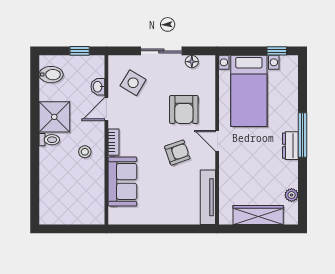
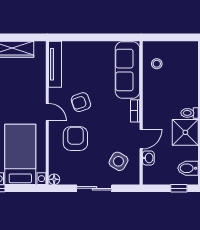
window: (80, 51) -> (179, 188), moved
floor lamp: (192, 62) -> (54, 179), moved
stool: (85, 152) -> (157, 64), moved
sofa: (122, 182) -> (128, 70), width x1.36

